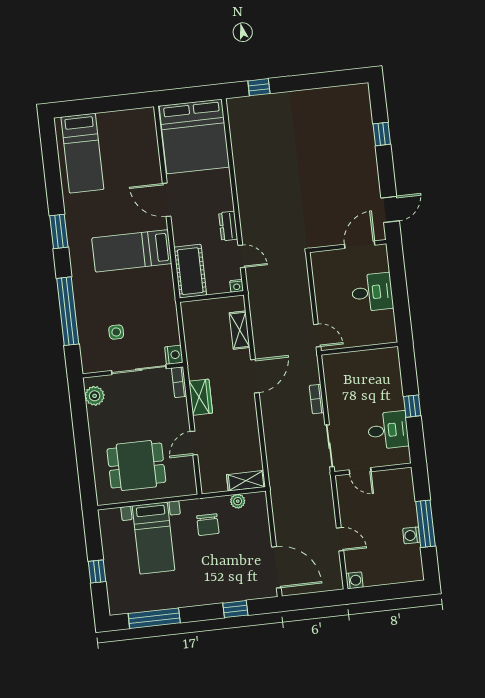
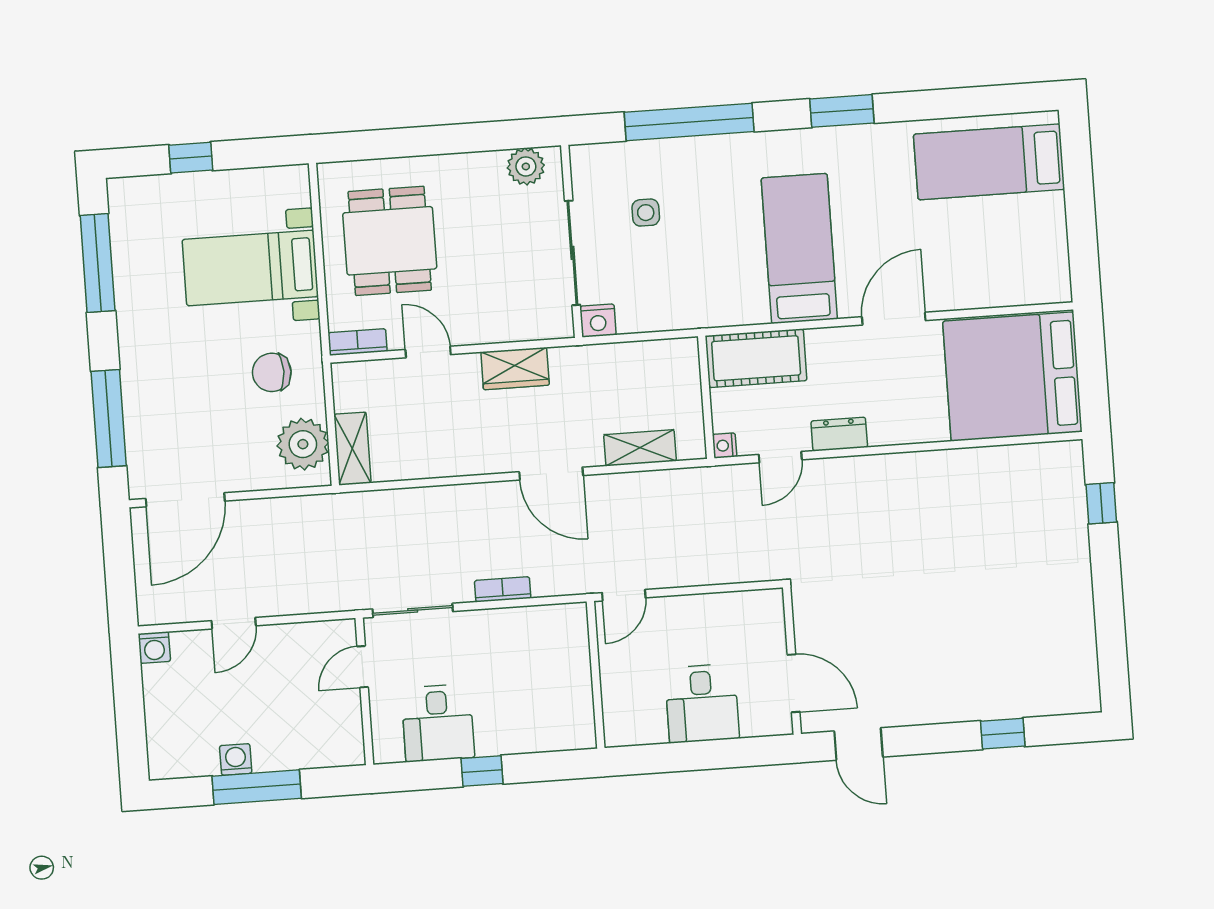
bookcase: (179, 382) -> (358, 342), moved
plant: (238, 501) -> (303, 444), width x1.87, depth x1.87
window: (235, 609) -> (109, 419), width x2.17

